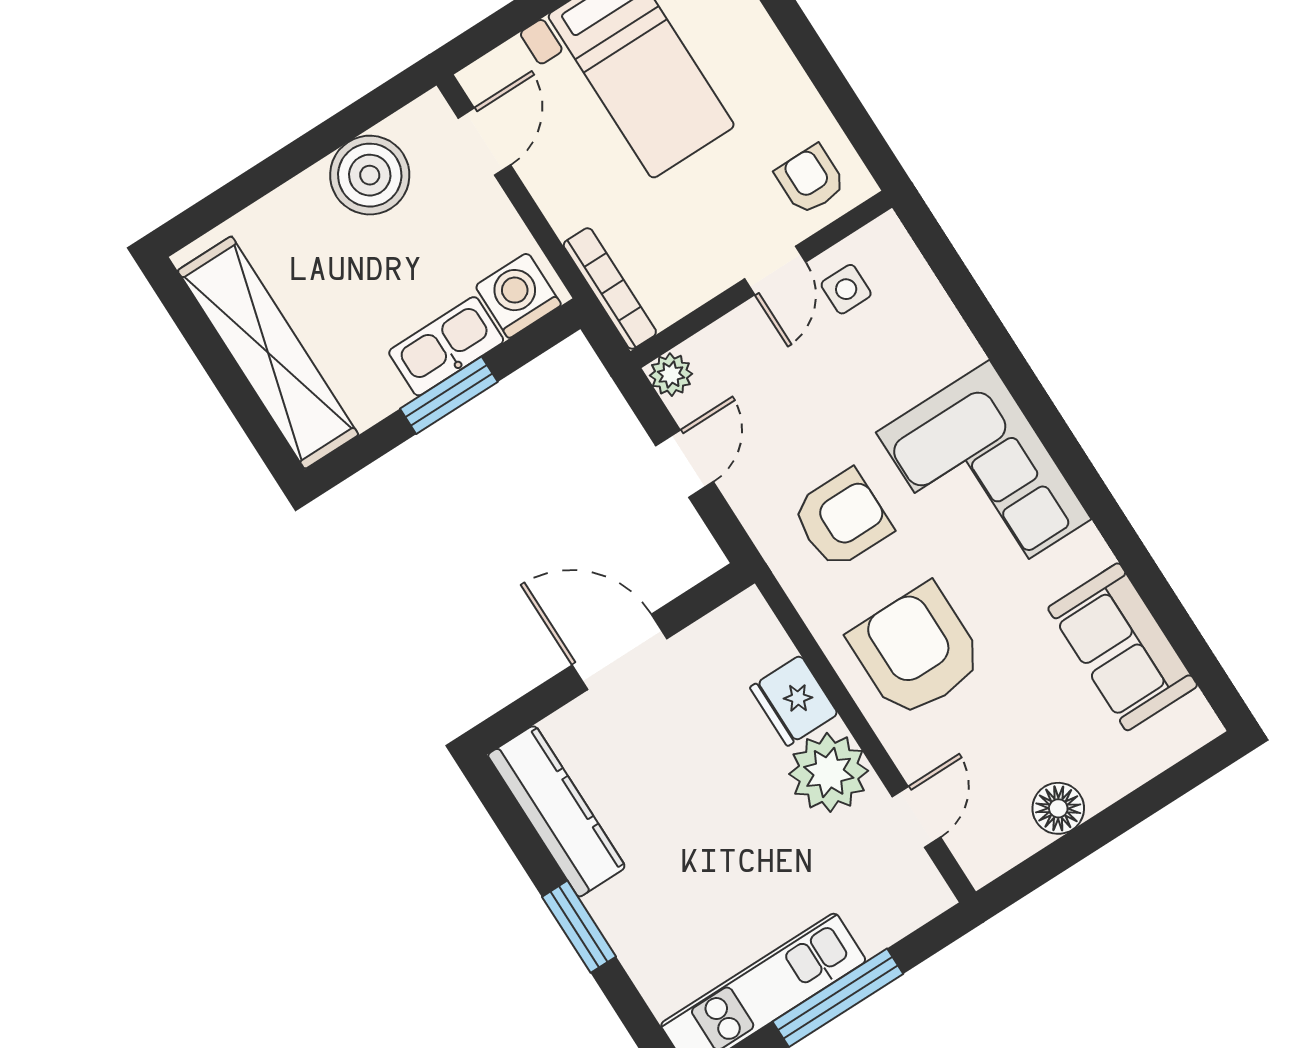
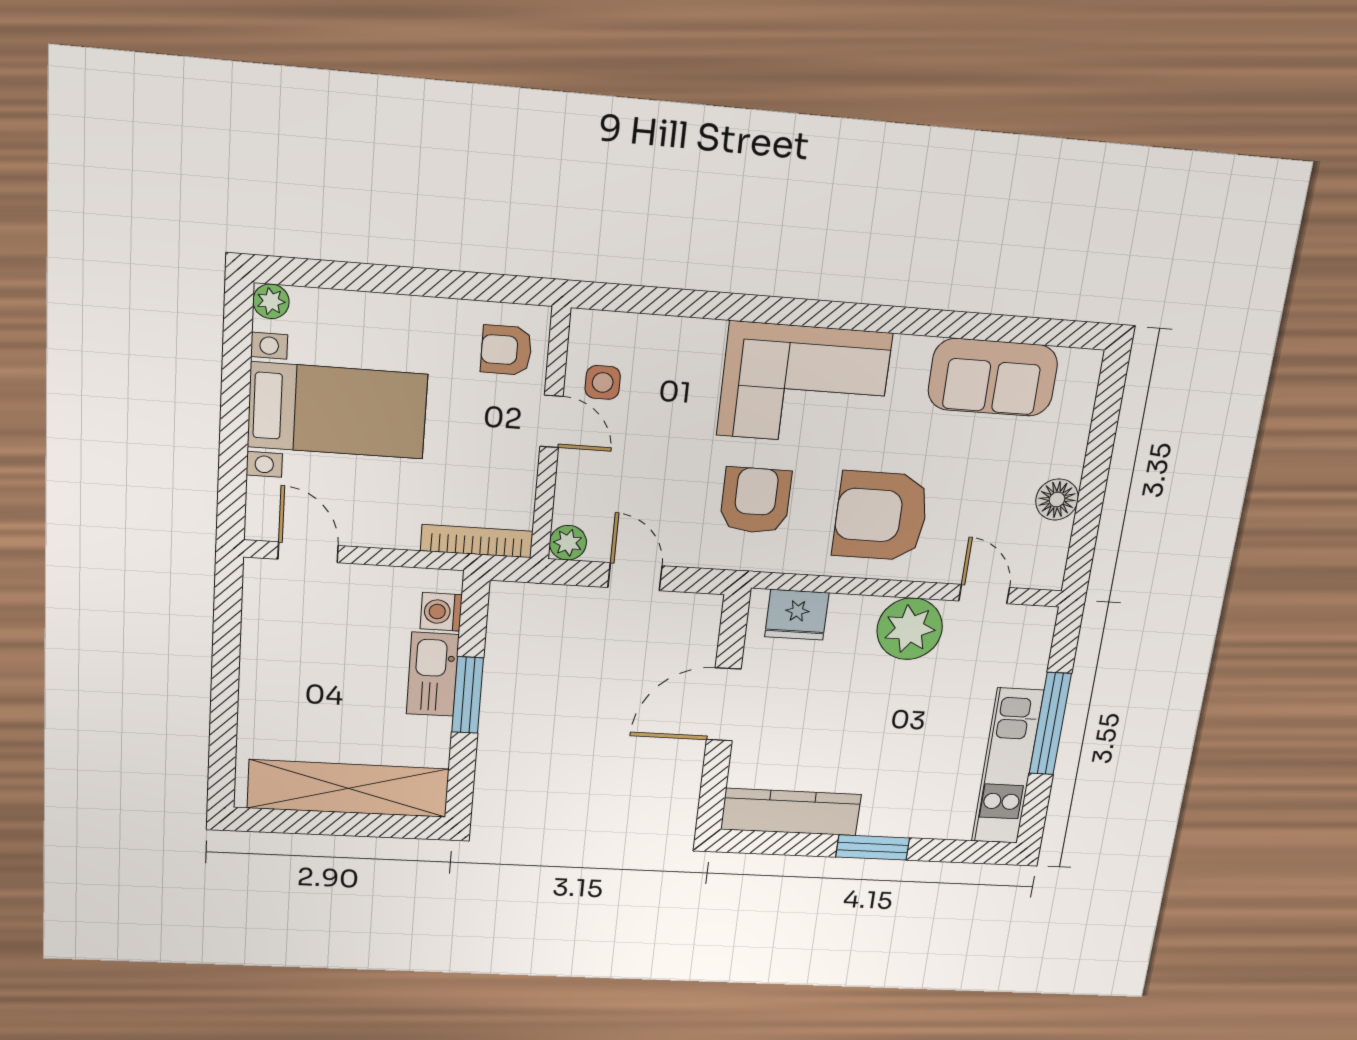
boiler: (370, 175) -> (274, 644), removed
washing machine: (518, 295) -> (441, 612), width x0.73, depth x0.73
fridge: (794, 701) -> (797, 615), moved

